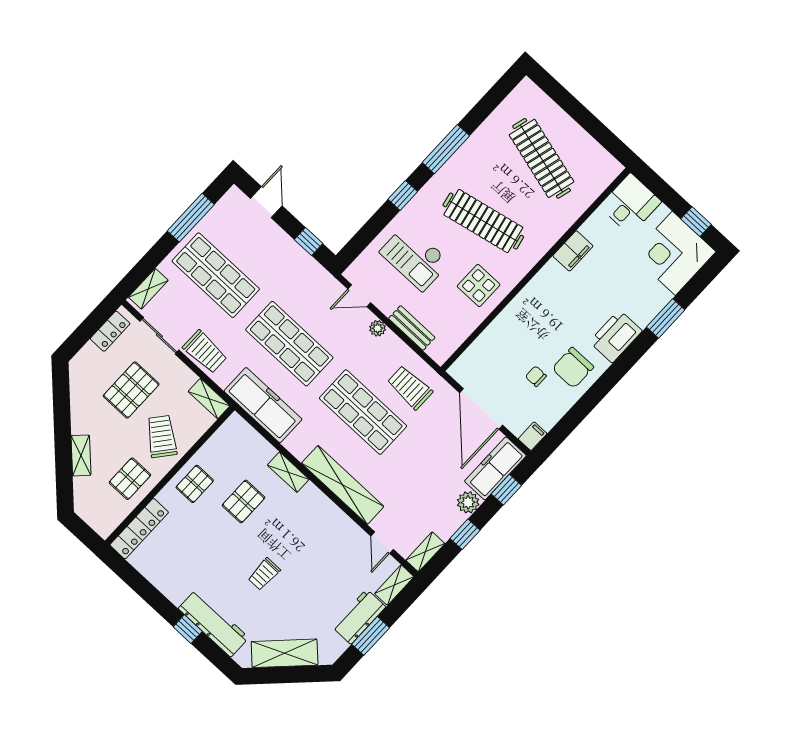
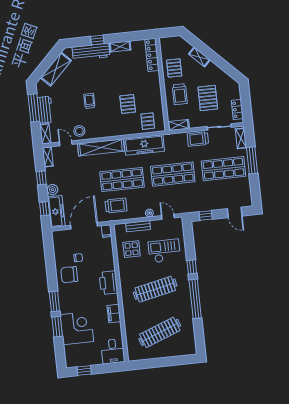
window: (446, 149) -> (195, 299), width x1.46
clothes rail: (542, 158) -> (160, 332), turned -36
window: (191, 218) -> (252, 160), moved
corner desk: (674, 253) -> (77, 328), moved
display table: (479, 285) -> (132, 249), moved
door: (359, 296) -> (168, 217), hinge flipped
printer: (616, 336) -> (108, 283), moved, turned 180
window: (632, 355) -> (54, 301), added
chair: (573, 368) -> (69, 275), turned -90
freezer: (263, 405) -> (144, 145), moved
door: (481, 409) -> (84, 226), hinge flipped
filing cabinet: (533, 436) -> (106, 231), moved
trolley: (162, 437) -> (180, 94), turned 51
shelving: (288, 472) -> (120, 47), moved
pallet: (195, 484) -> (148, 121), moved
stool: (346, 538) -> (79, 131), added
trolley: (264, 574) -> (89, 101), moved
window: (371, 636) -> (34, 108), width x1.44

